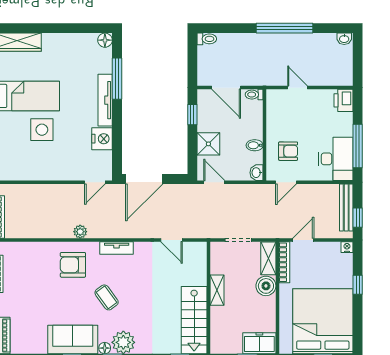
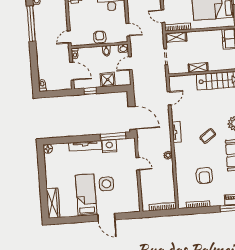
window: (285, 28) -> (31, 24), moved
window: (117, 79) -> (113, 136), moved
door: (226, 88) -> (72, 71), hinge flipped
door: (297, 88) -> (69, 37), moved
armchair: (288, 151) -> (100, 37), moved
door: (95, 182) -> (138, 164), moved
door: (214, 182) -> (130, 63), moved
armchair: (73, 265) -> (204, 176), moved
boiler: (266, 286) -> (193, 37), removed

